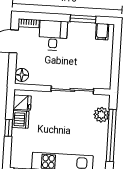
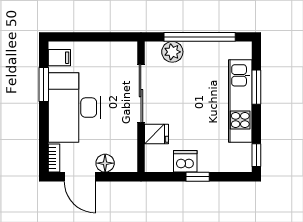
desk: (53, 35) -> (74, 108), width x1.87, depth x1.30
floor lamp: (22, 75) -> (105, 163), moved
fridge: (22, 103) -> (156, 134), moved, turned 90

